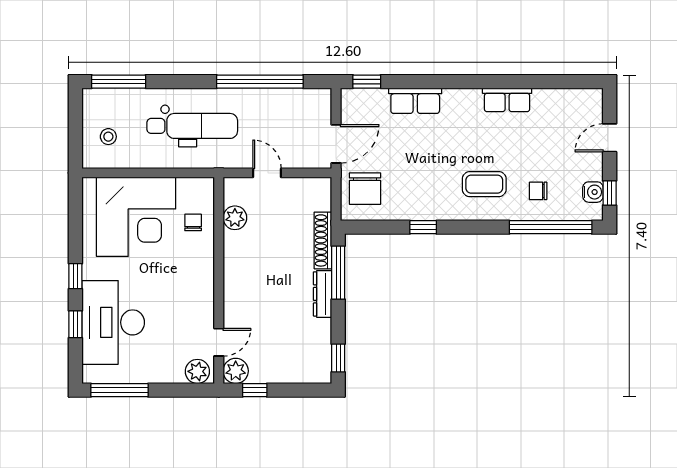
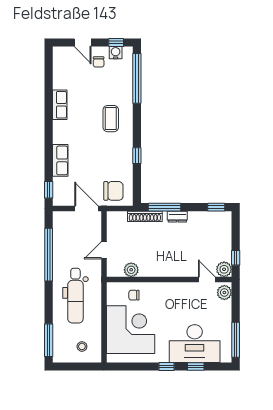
dental chair: (192, 126) -> (75, 296), turned 180
chair: (538, 191) -> (99, 62), moved
dresser: (323, 294) -> (177, 217), width x0.70

